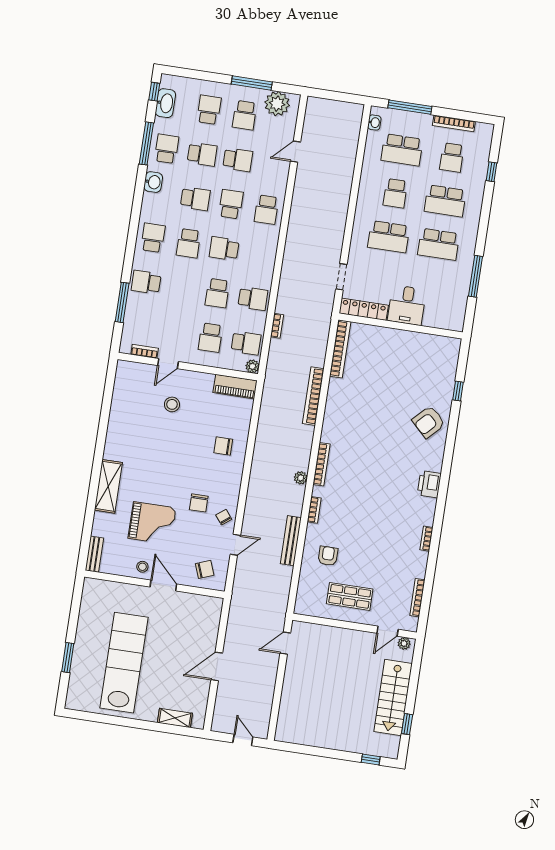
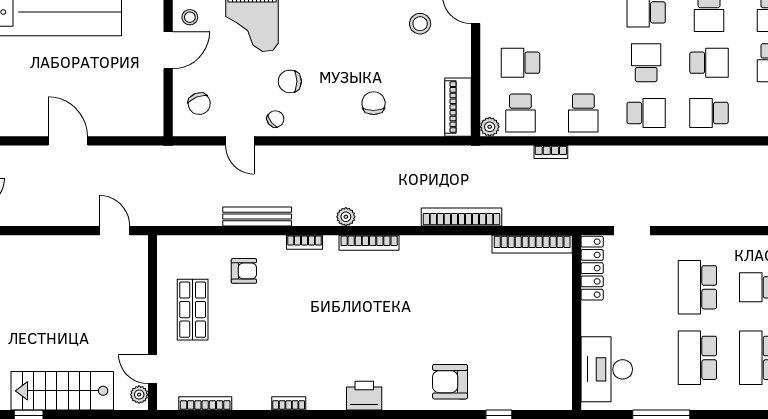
school desk: (217, 293) -> (646, 113), moved, turned 180
desk: (407, 305) -> (607, 369), moved, width x1.37
armchair: (429, 422) -> (450, 382), turned -44

